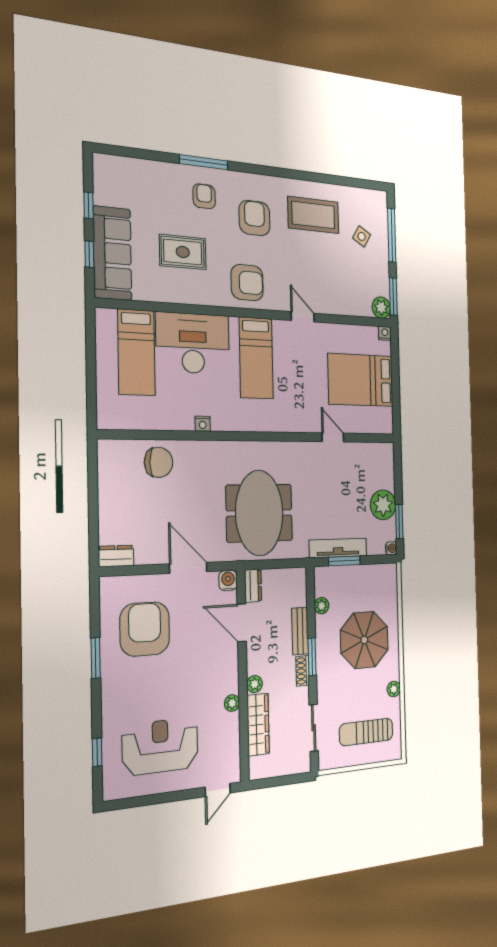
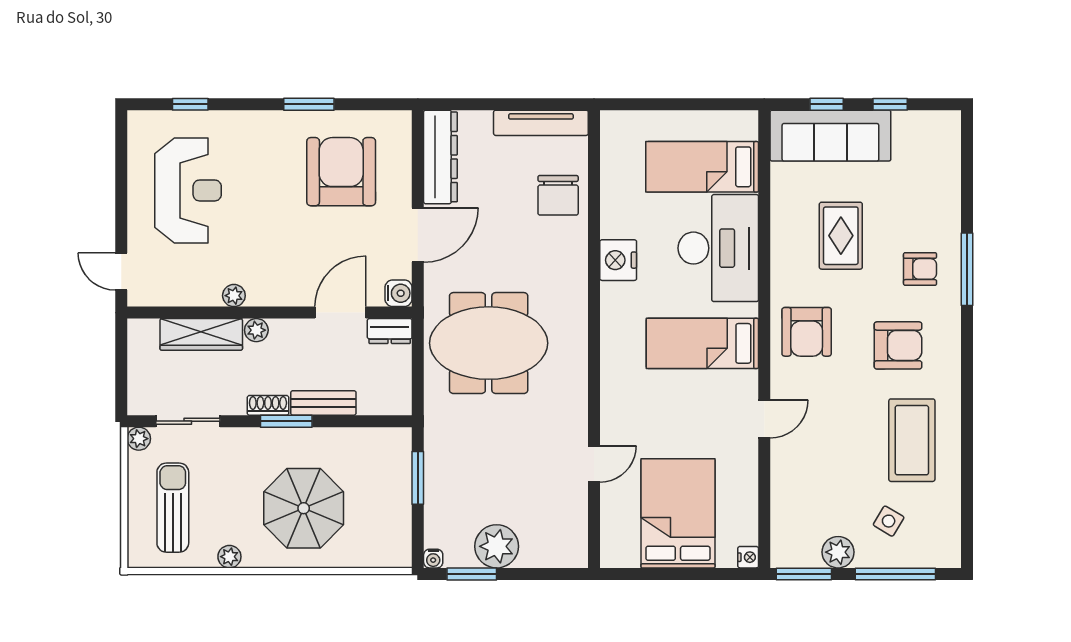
plant: (381, 308) -> (838, 552), moved
nightstand: (203, 424) -> (618, 260), width x1.89, depth x1.79
tv unit: (338, 548) -> (541, 123), moved, turned 90
dresser: (116, 556) -> (440, 157), width x1.96, depth x1.24
plant: (322, 606) -> (139, 439), moved
armchair: (145, 629) -> (341, 172), turned -90

